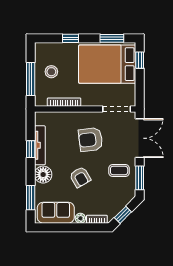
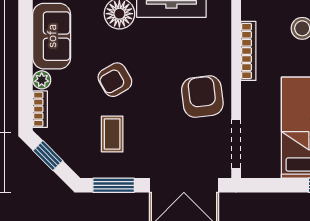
armchair: (91, 139) -> (202, 97), moved
coffee table: (119, 170) -> (112, 134), moved

